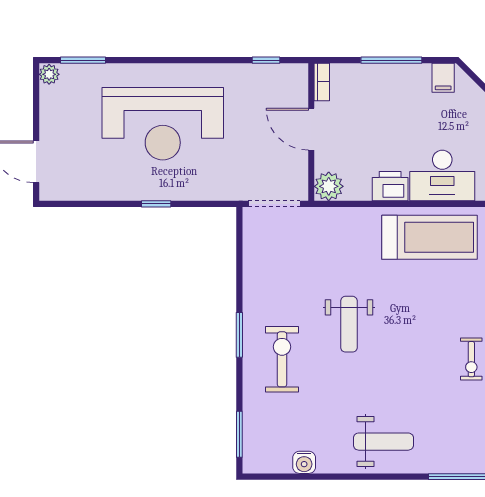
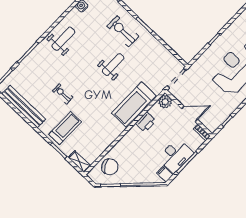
desk: (442, 175) -> (176, 156), moved, turned 180
treadmill: (430, 237) -> (134, 104), moved
weight bench: (349, 324) -> (113, 65), turned 90
exercise bike: (282, 359) -> (123, 31), turned 180
weight bench: (383, 442) -> (63, 39), turned 180

